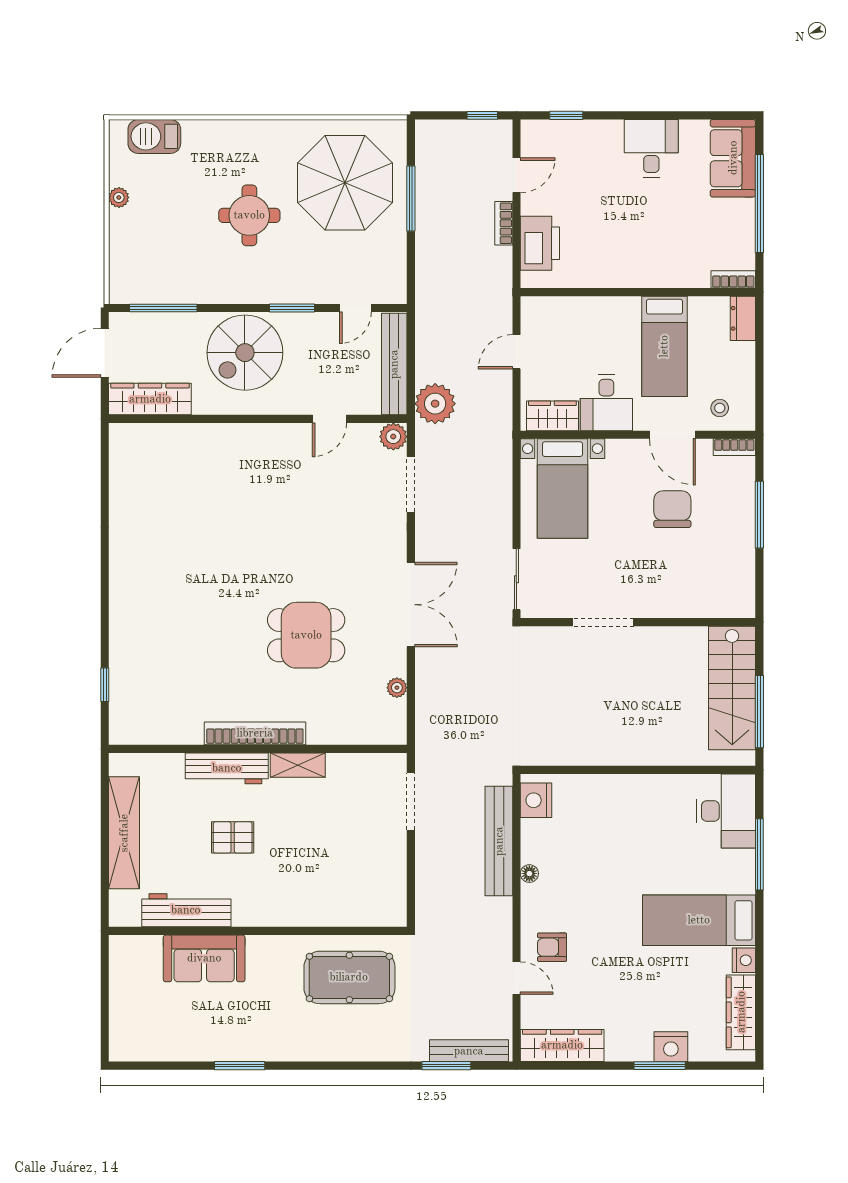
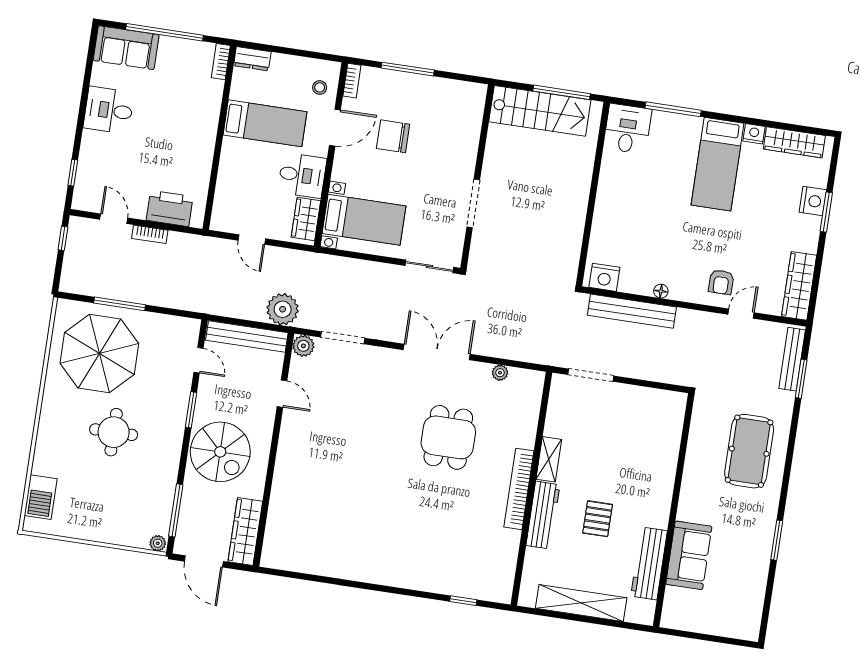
plant: (119, 197) -> (158, 543), moved
desk: (726, 811) -> (627, 129), width x0.73
pool table: (349, 977) -> (749, 451), moved

